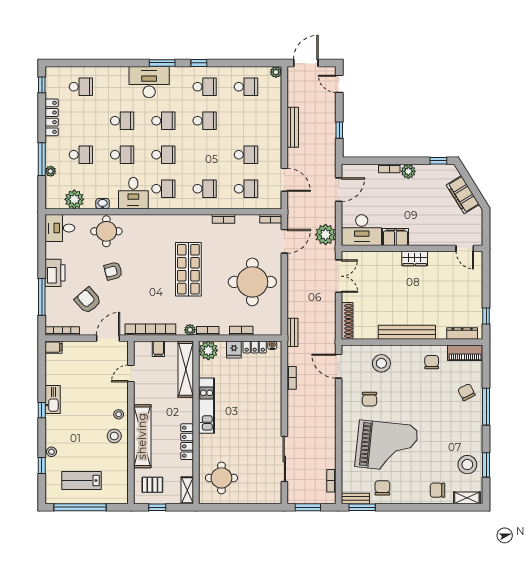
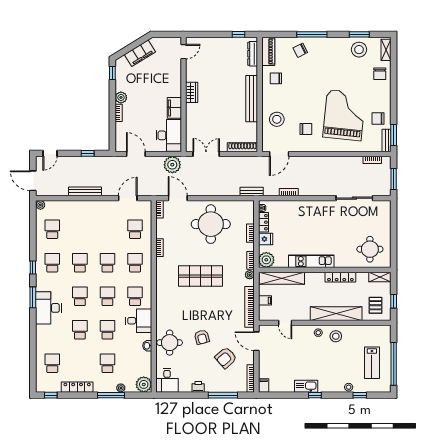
school desk: (246, 155) -> (107, 263), moved
plant: (74, 199) -> (144, 384), moved
printer: (55, 273) -> (198, 387), width x0.53, depth x0.68

